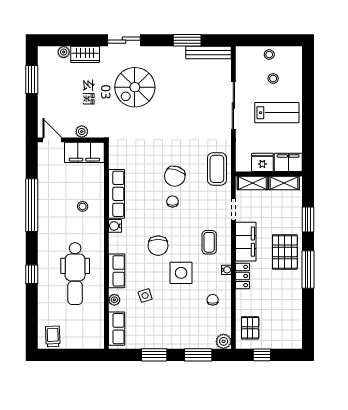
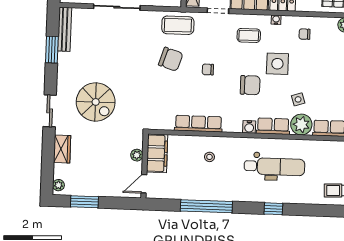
plant: (64, 52) -> (58, 185), moved
chair: (175, 176) -> (171, 59), moved
water cooler: (115, 226) -> (249, 127), moved
plant: (114, 300) -> (301, 125), width x1.87, depth x1.87

